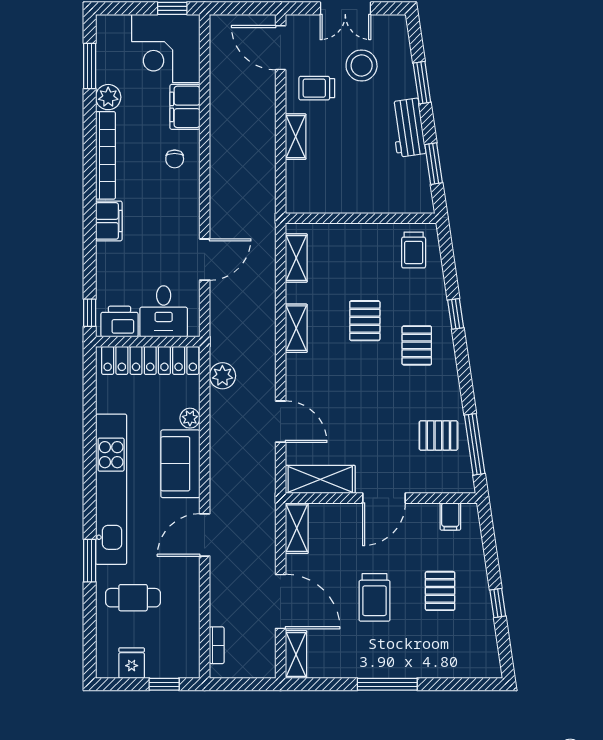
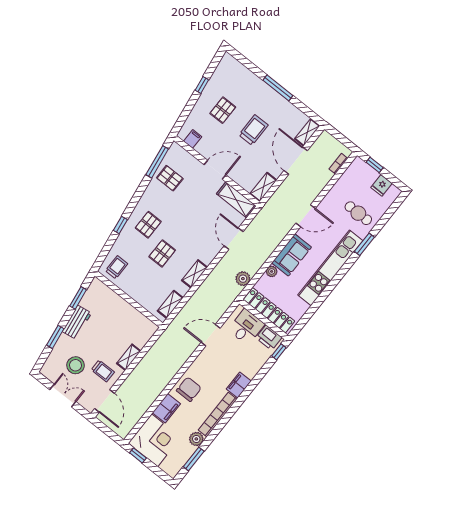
chair: (175, 159) -> (189, 389), width x1.87, depth x1.87

